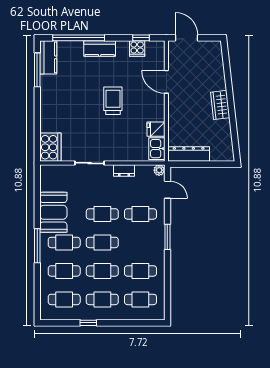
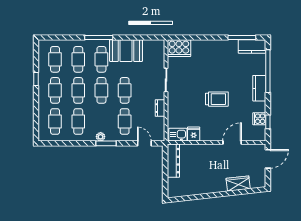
wardrobe: (220, 105) -> (238, 184), moved
plant: (159, 170) -> (101, 137), moved
door: (167, 190) -> (144, 143), swing flipped

